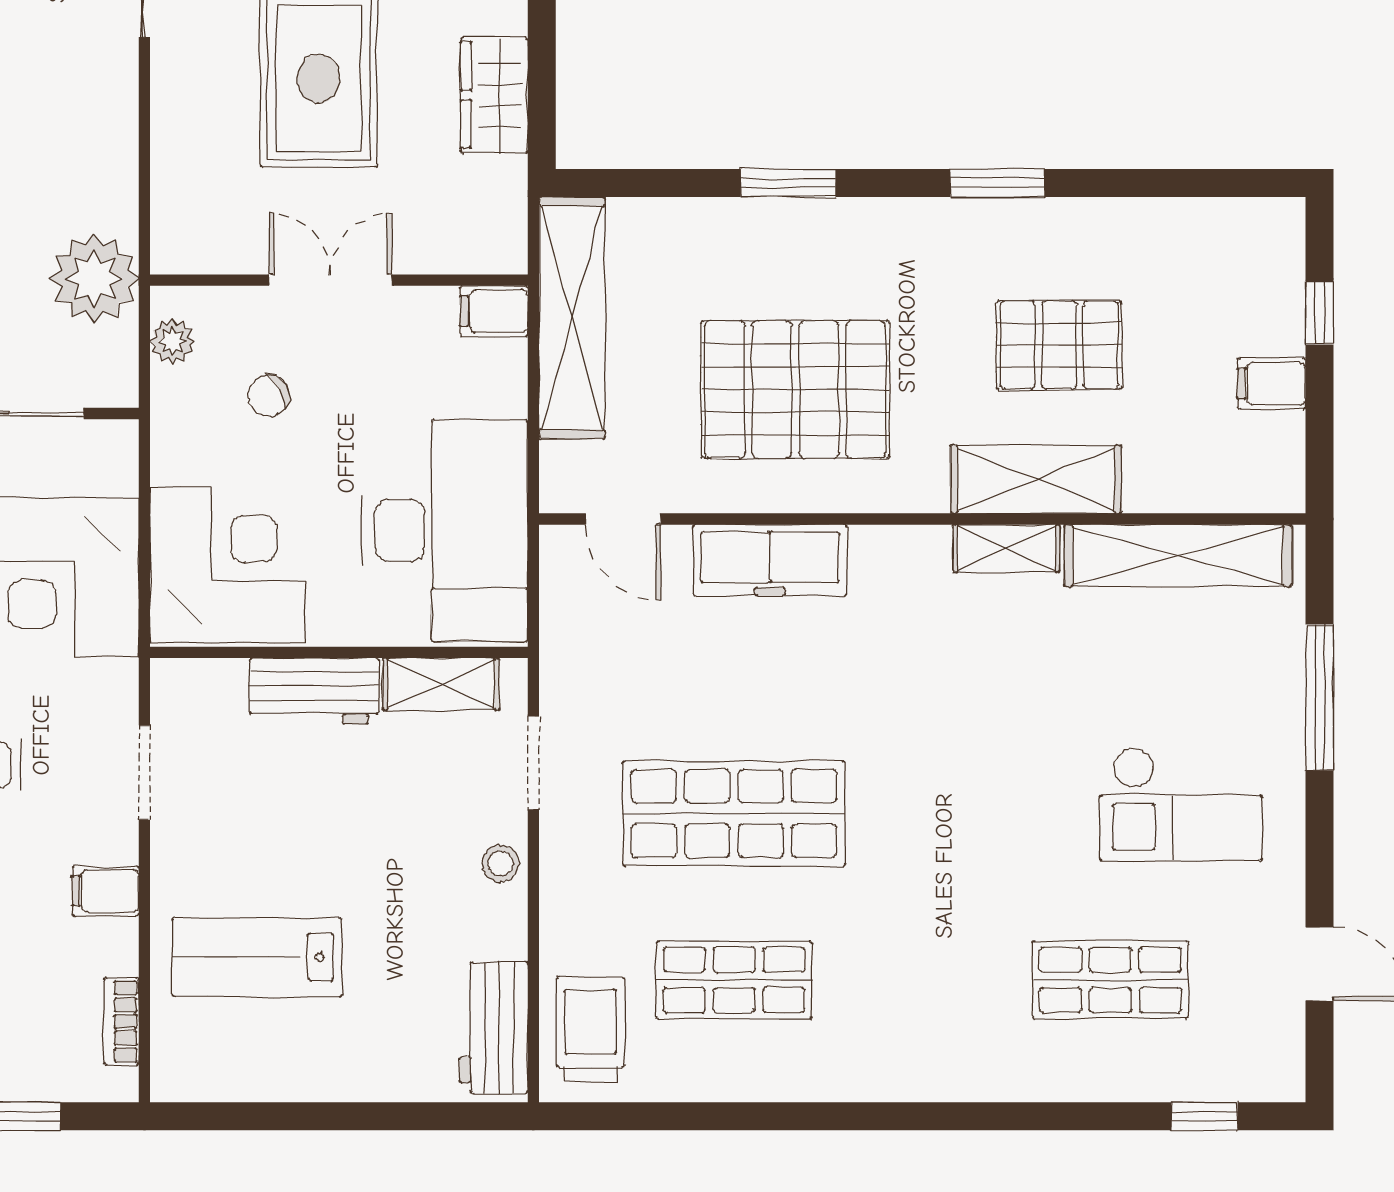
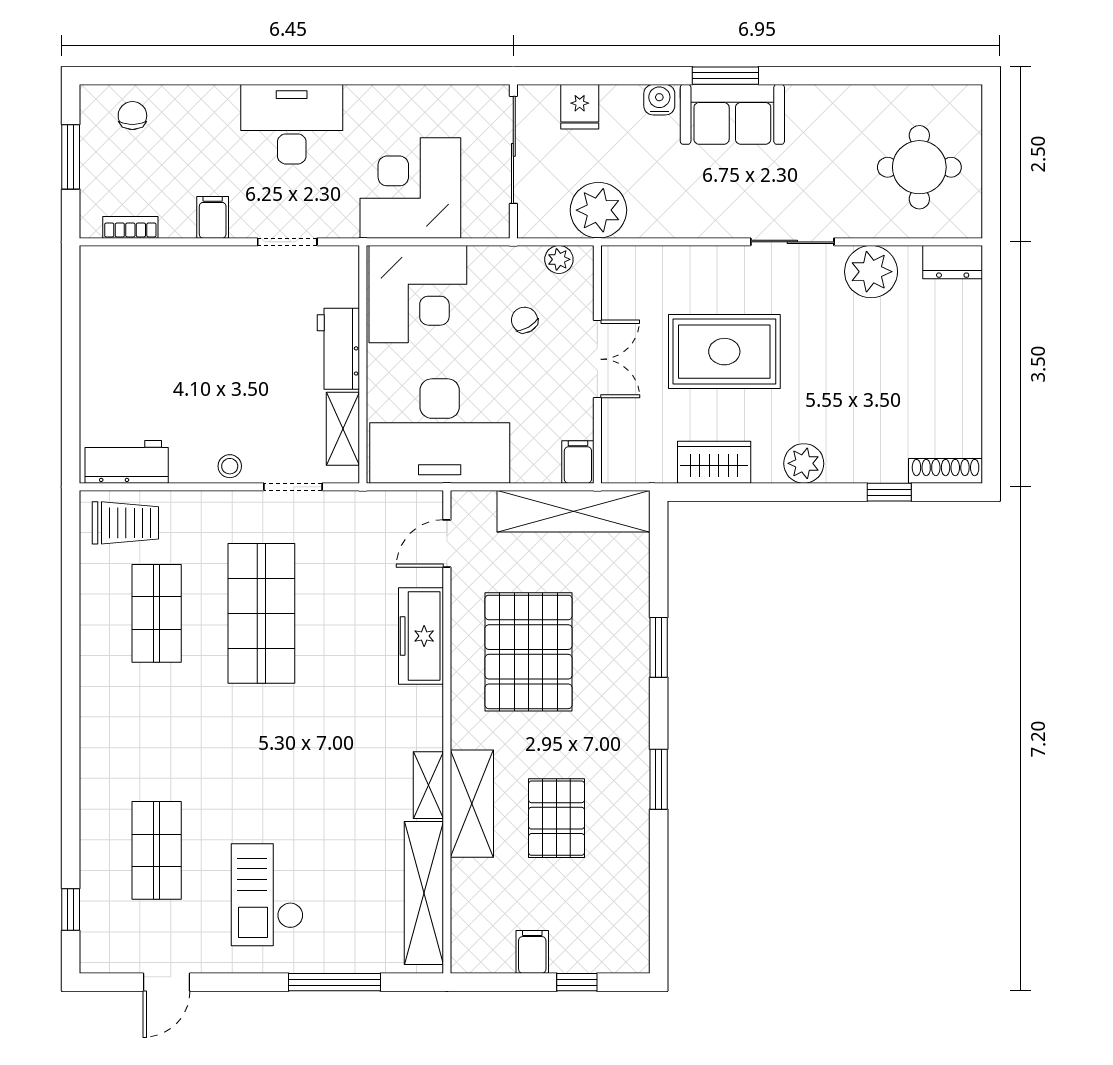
lab bench: (257, 957) -> (171, 313), removed

